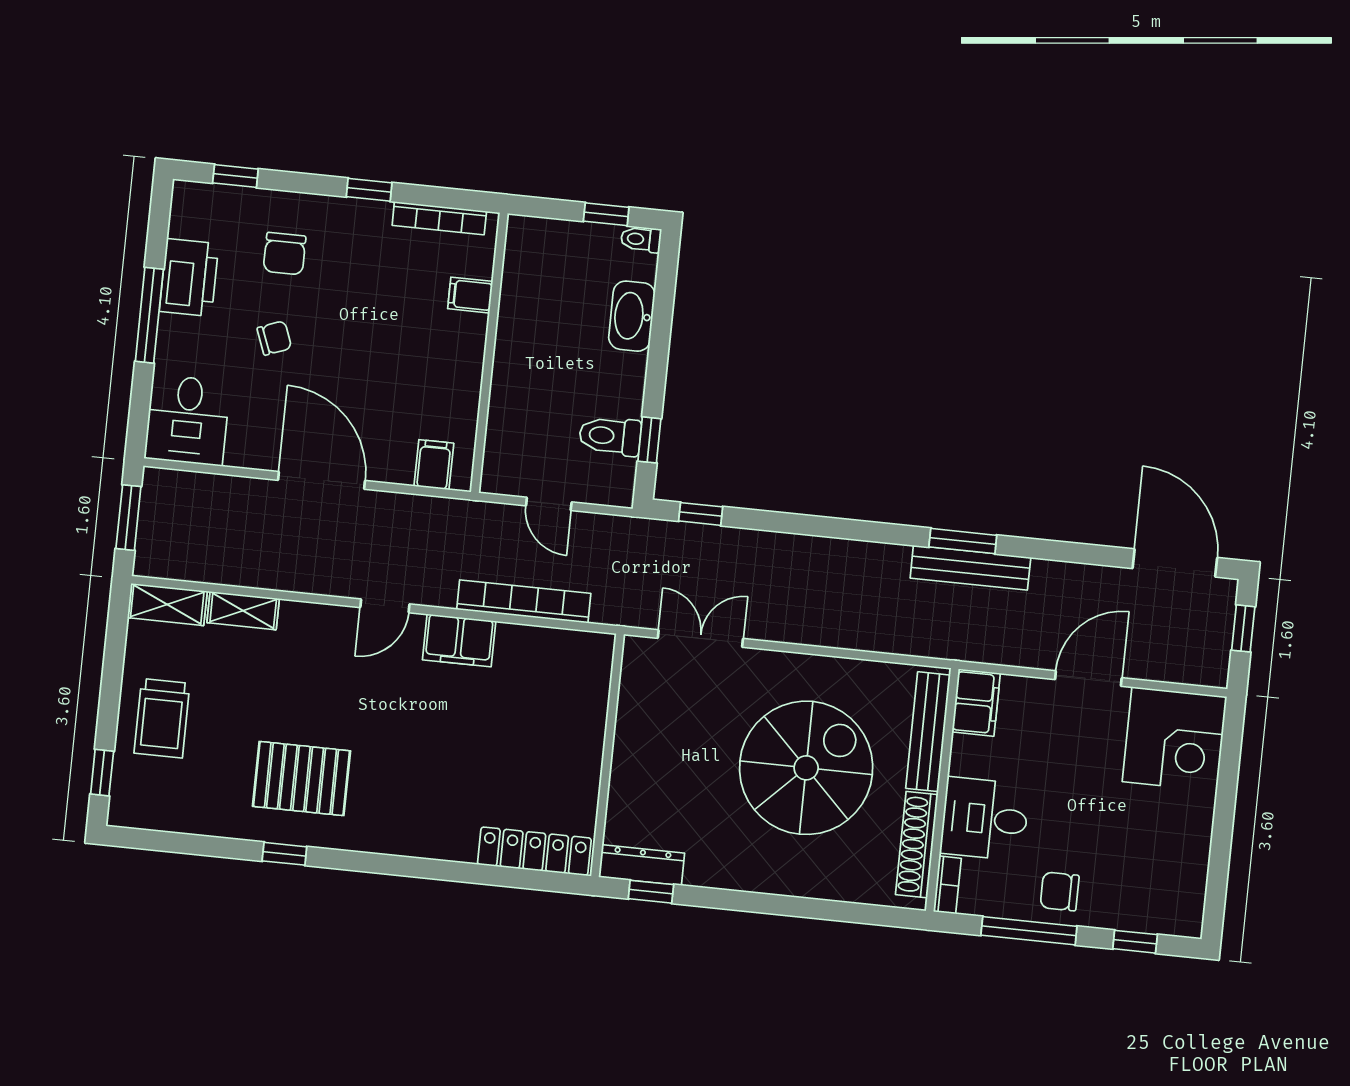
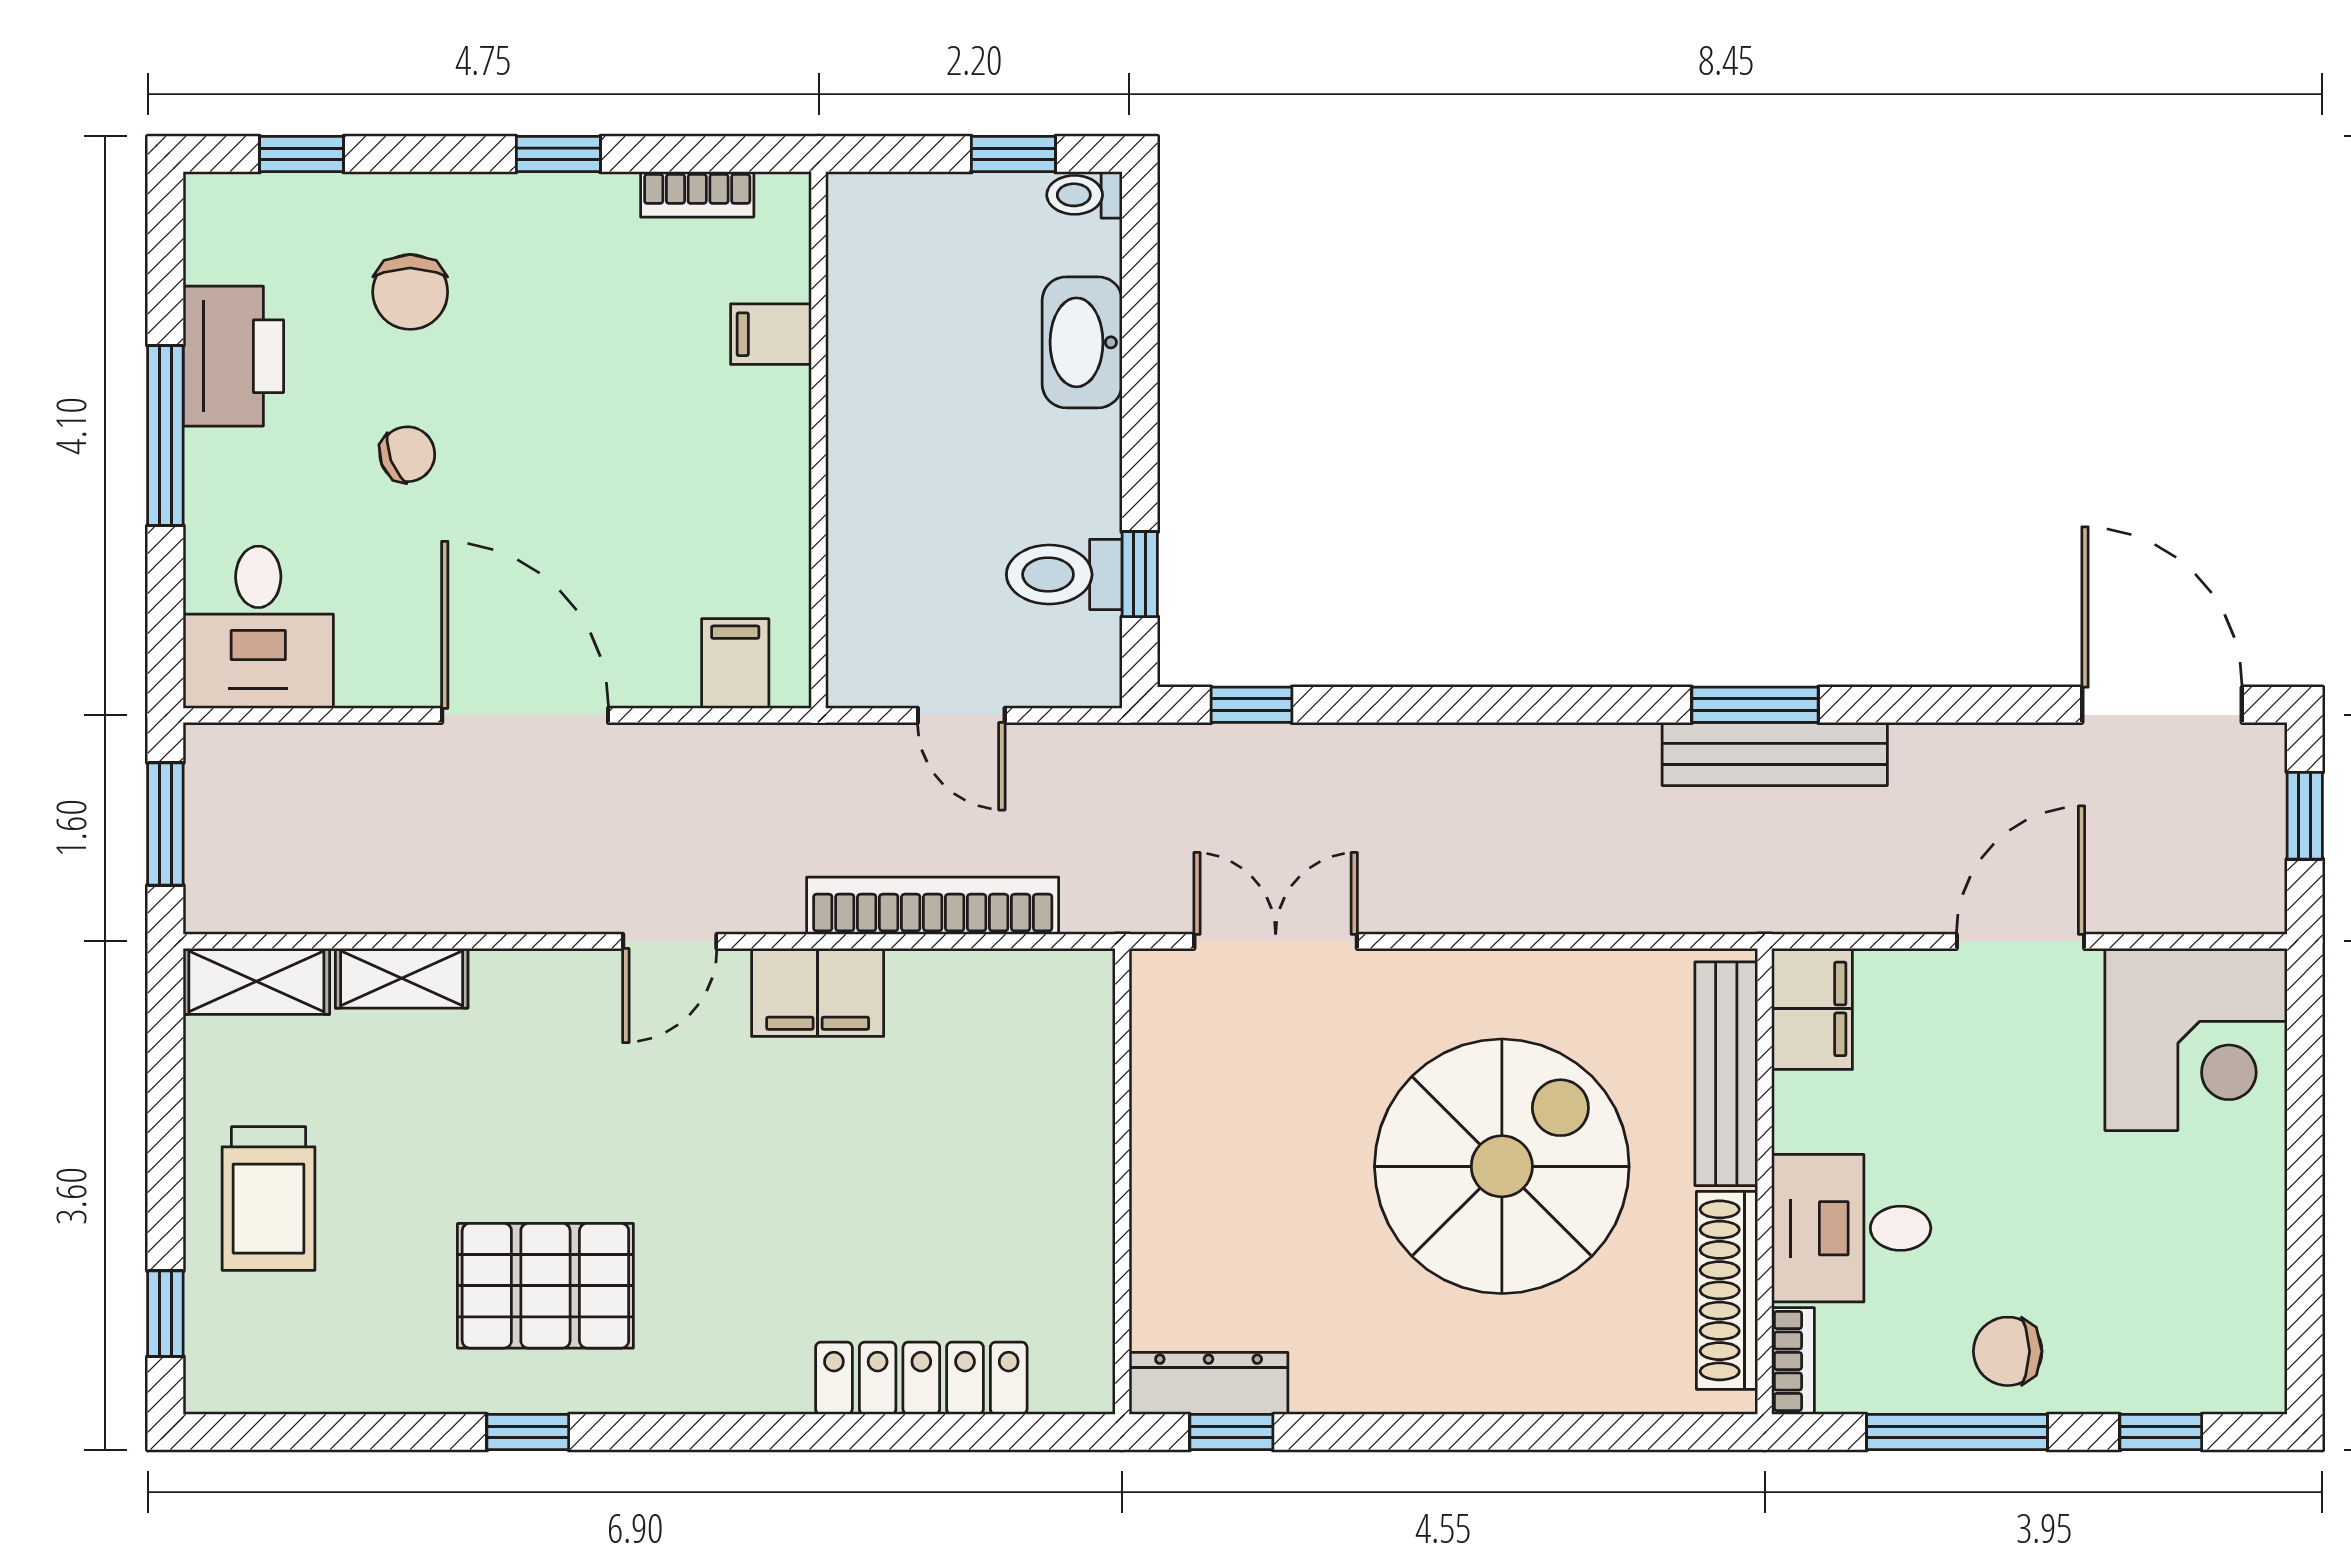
bookcase: (439, 218) -> (697, 194), width x0.64
locker: (534, 851) -> (921, 1378), moved

